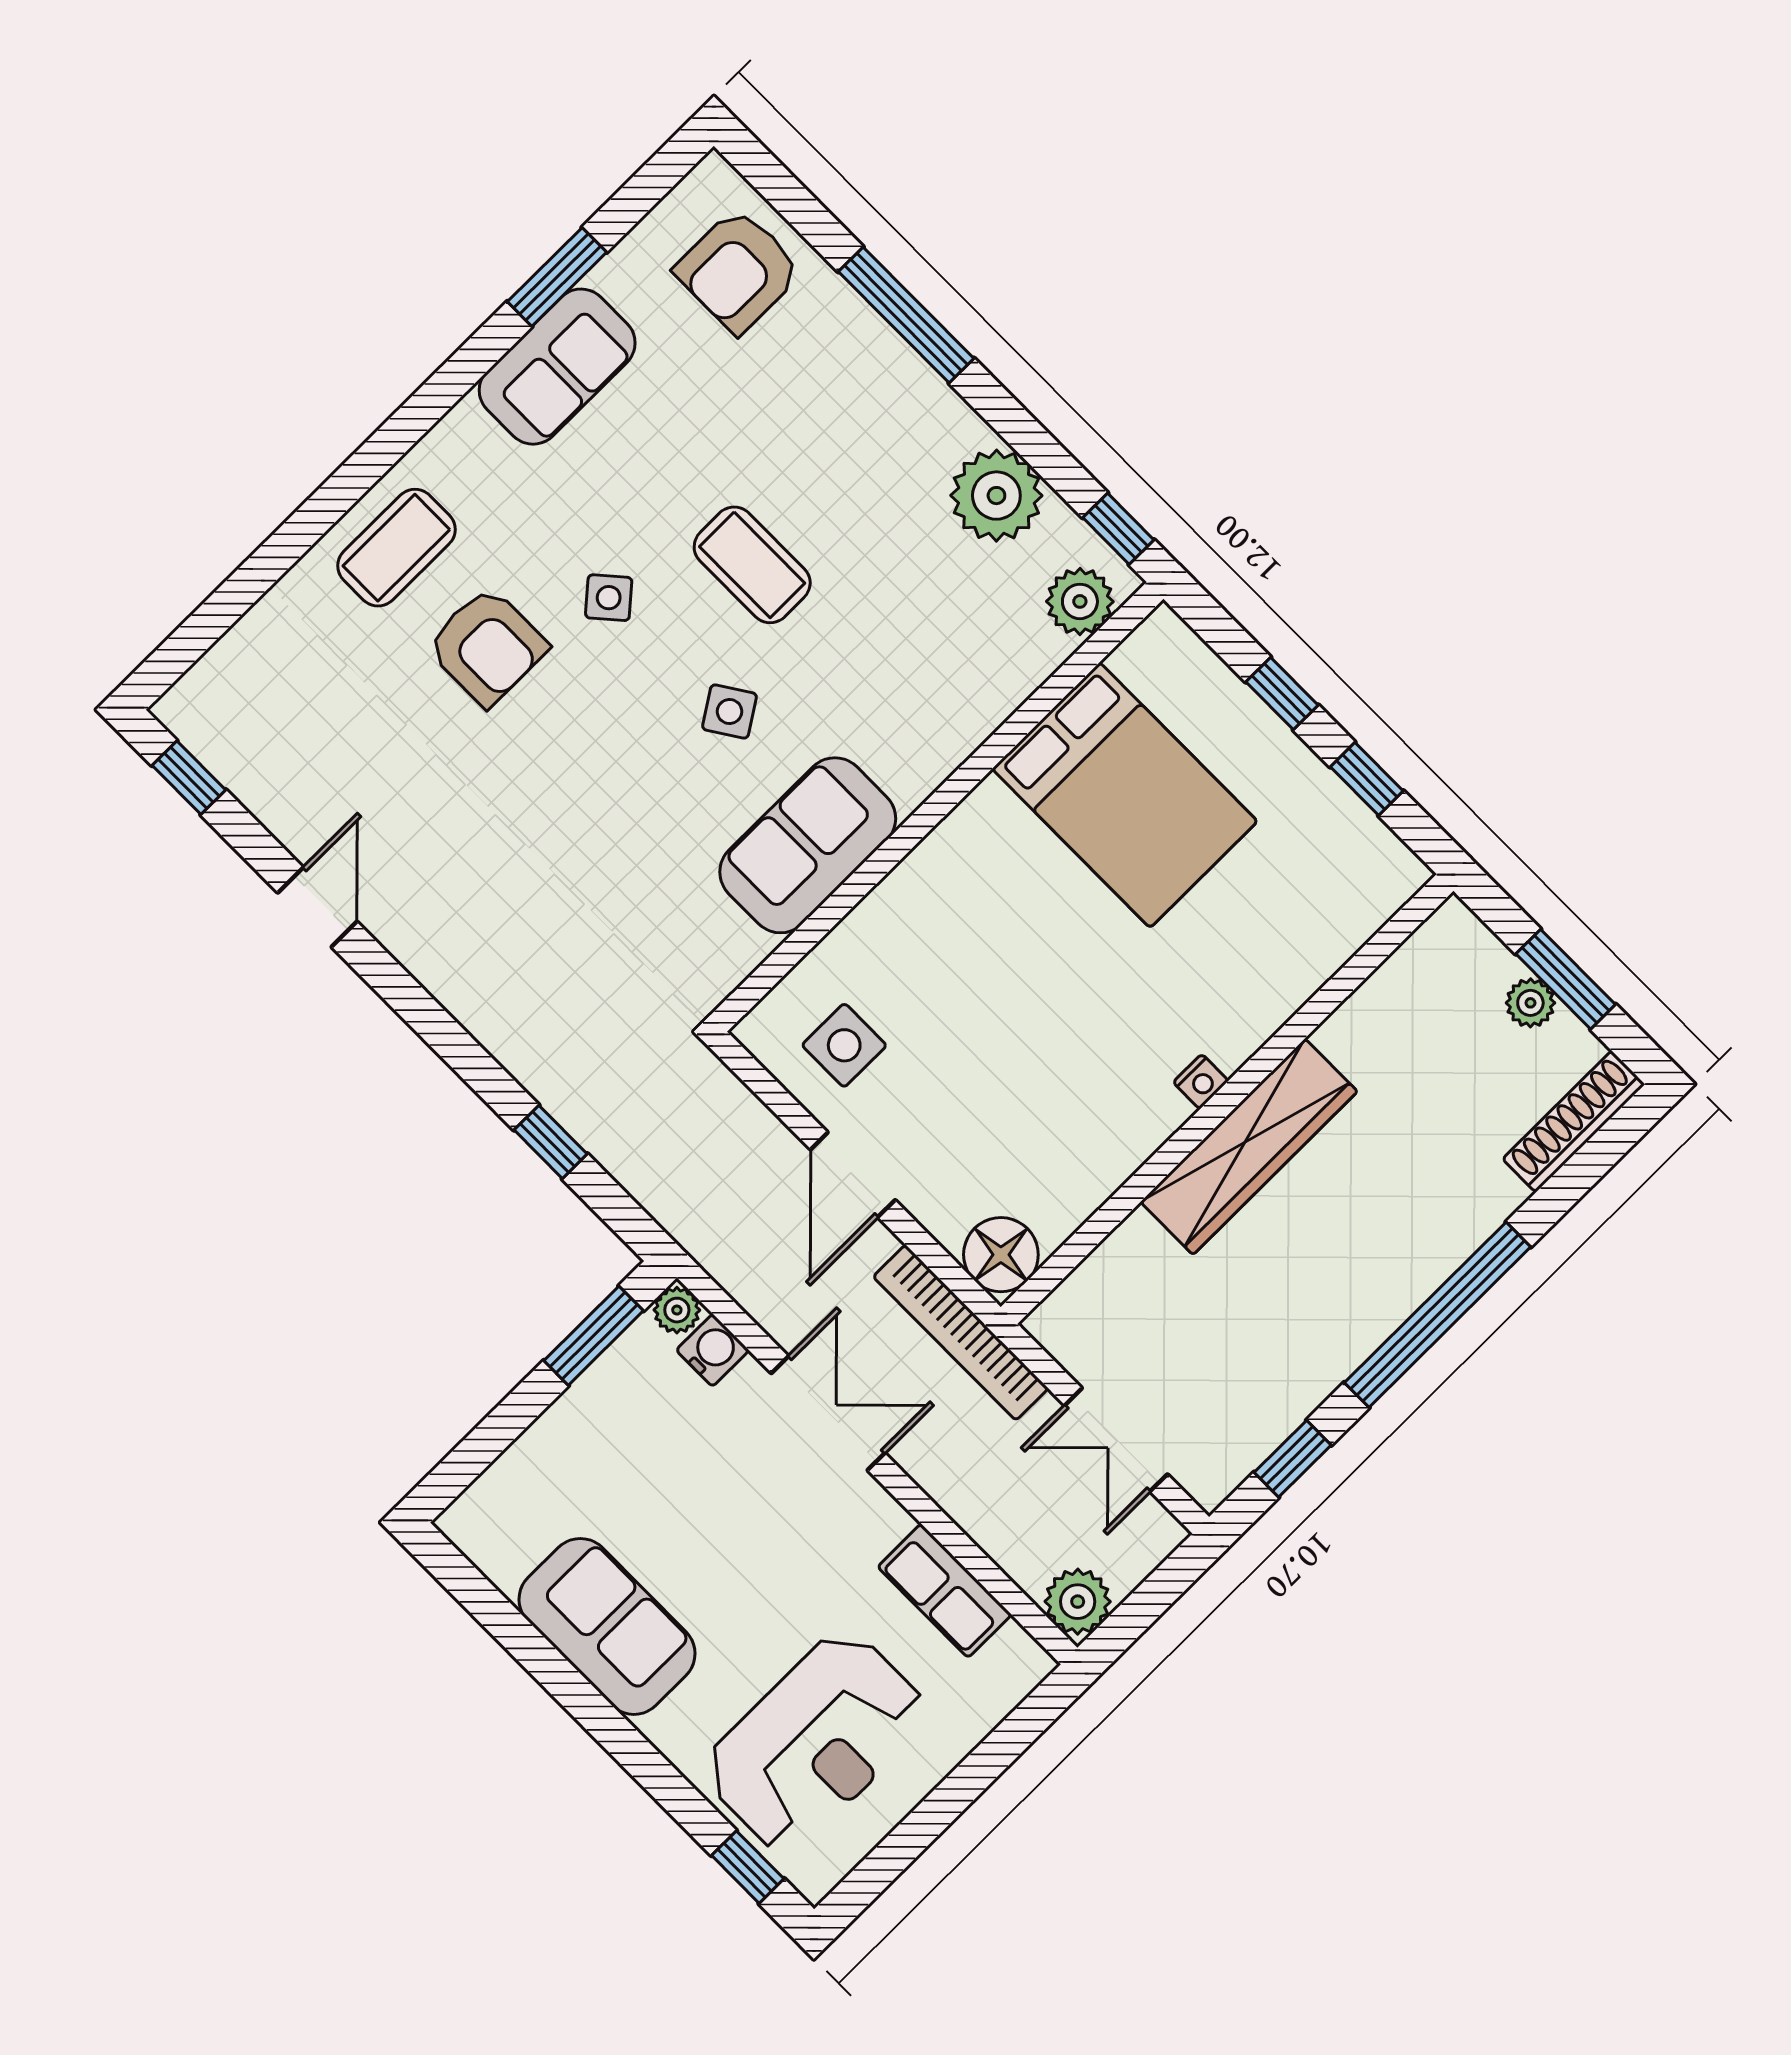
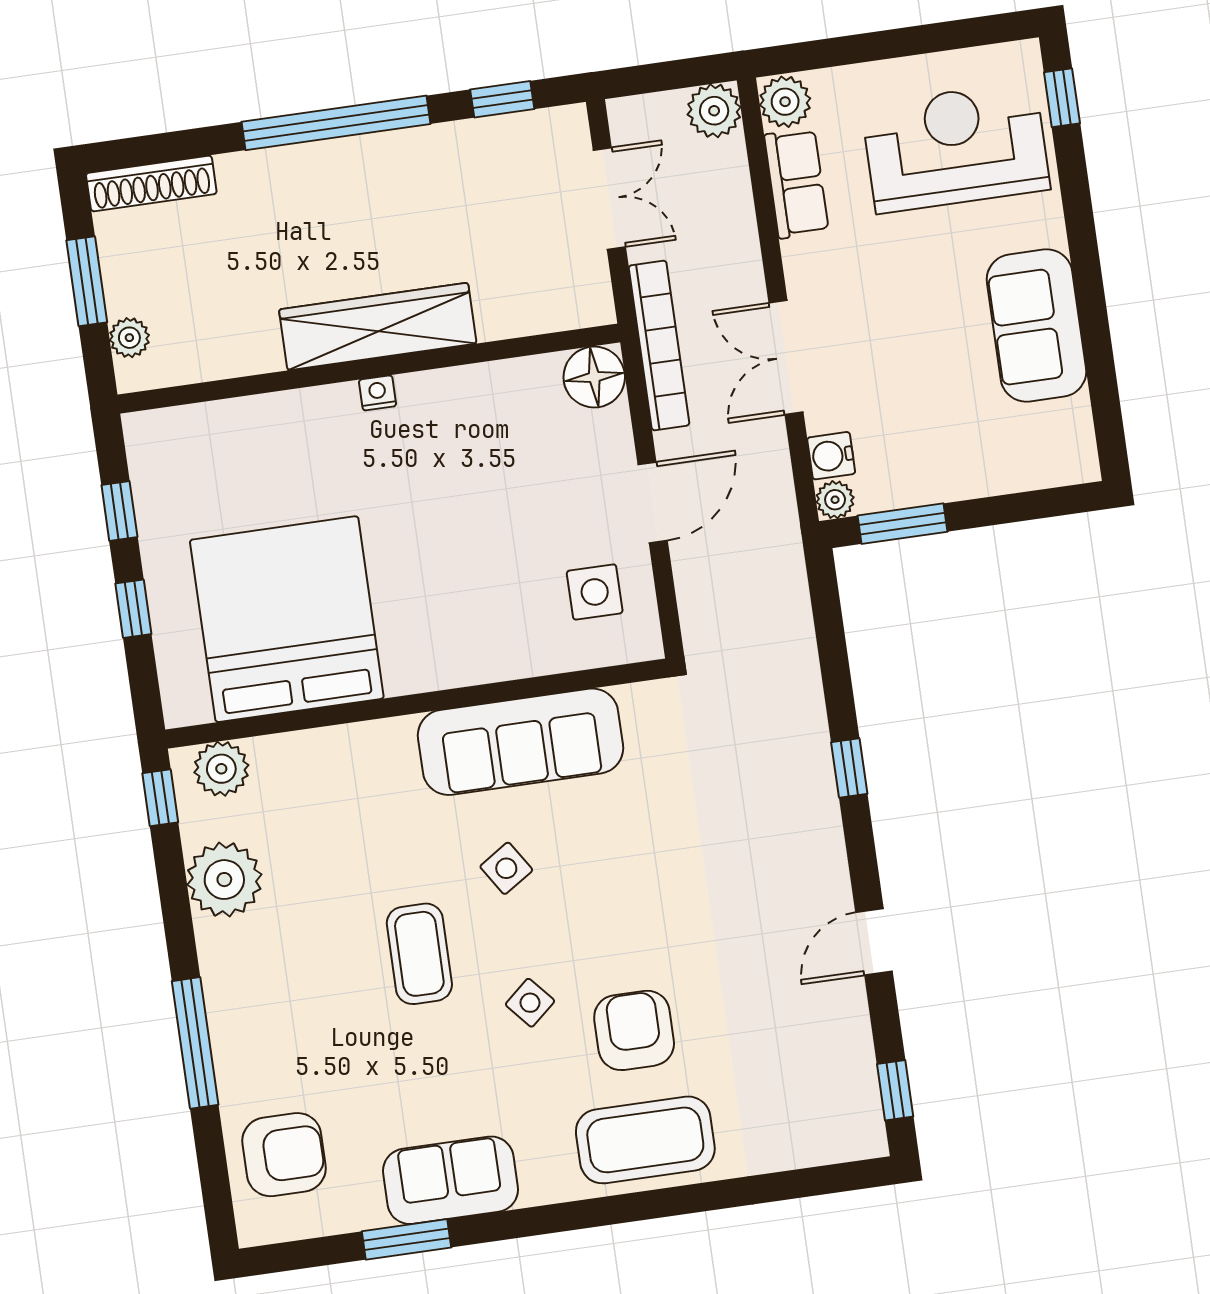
coffee table: (396, 548) -> (645, 1140), width x1.36, depth x1.32
bed: (1125, 795) -> (287, 619), width x1.36
sofa: (808, 845) -> (520, 742), width x1.36
plant: (1530, 1003) -> (129, 338), moved
window: (551, 1142) -> (849, 768), moved
plant: (1015, 1662) -> (785, 102), added

